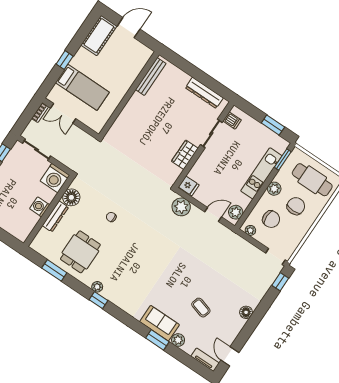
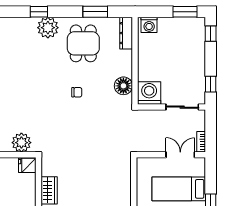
washing machine: (40, 207) -> (149, 25), moved, turned 90
dresser: (55, 216) -> (126, 33), moved
plant: (97, 287) -> (48, 28), width x1.87, depth x1.87

